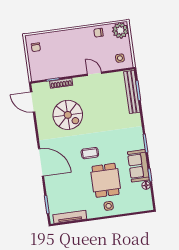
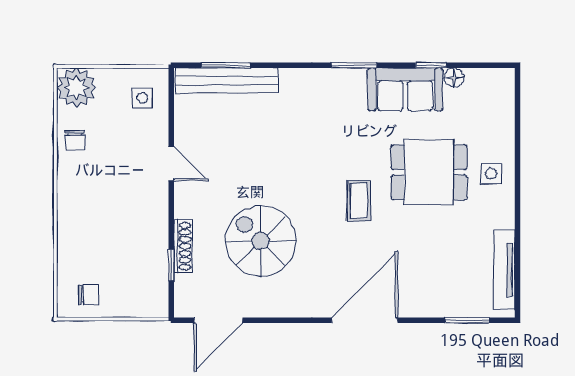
door: (94, 74) -> (171, 164), swing flipped
spiral stairs: (68, 115) -> (261, 241), turned -90

